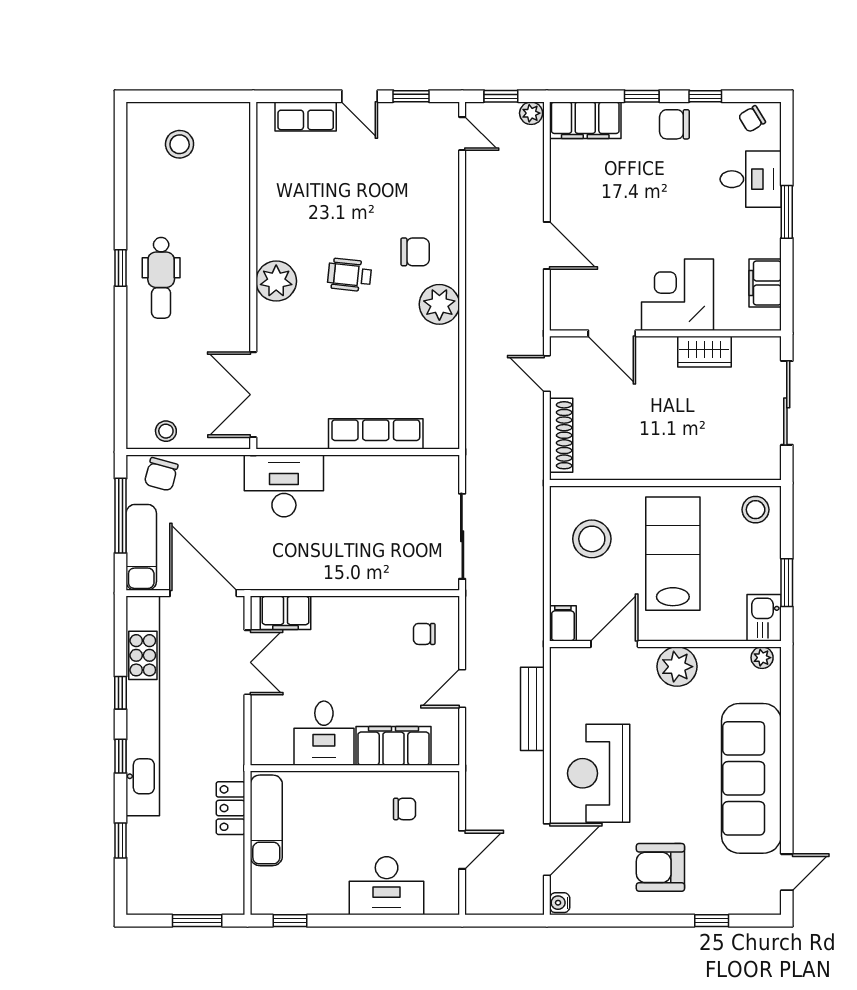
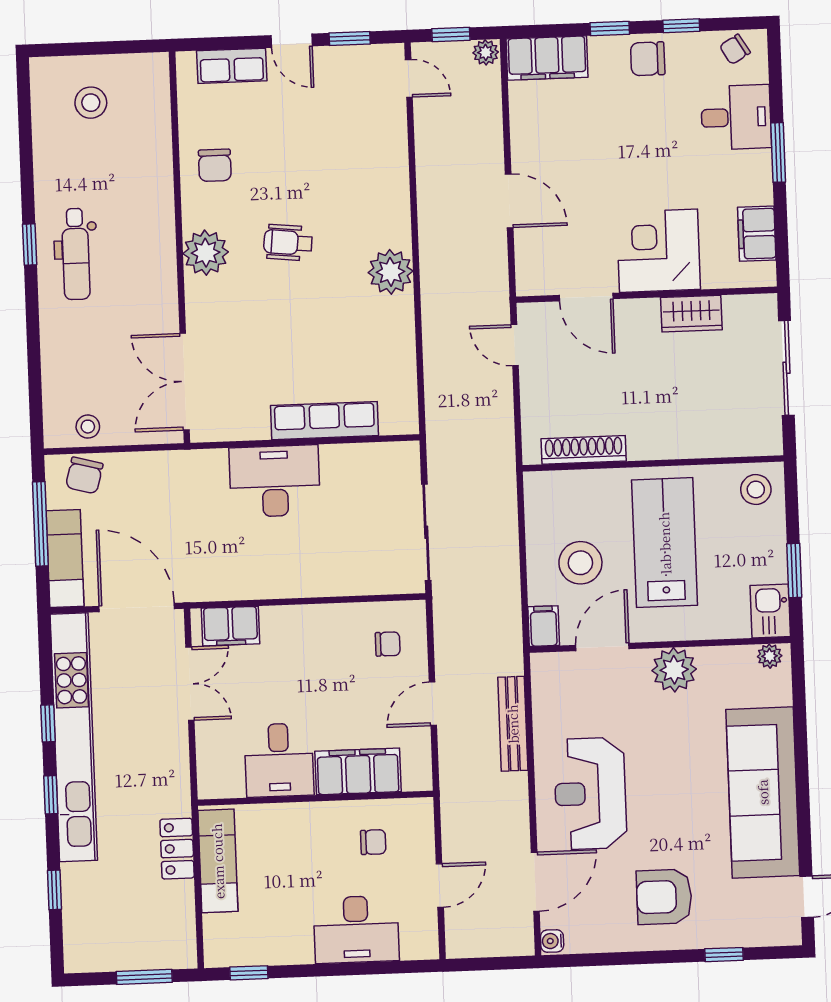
chair: (415, 252) -> (215, 165), moved, turned 90
shoe rack: (561, 435) -> (584, 450), moved, turned -90
desk: (284, 486) -> (275, 481), moved
stool: (592, 539) -> (580, 563), moved
chair: (424, 634) -> (388, 644), turned 180

